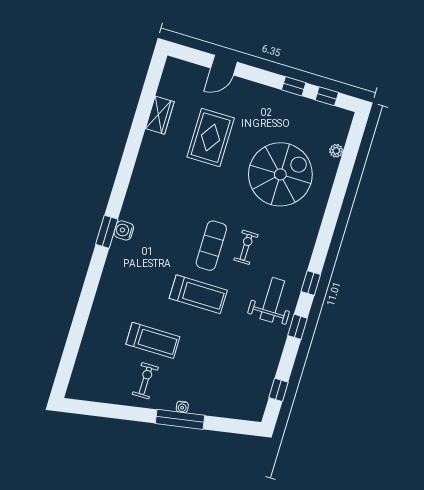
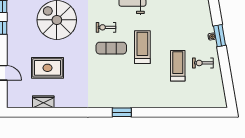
water cooler: (124, 230) -> (118, 103), removed
window: (180, 419) -> (220, 36), width x0.69

